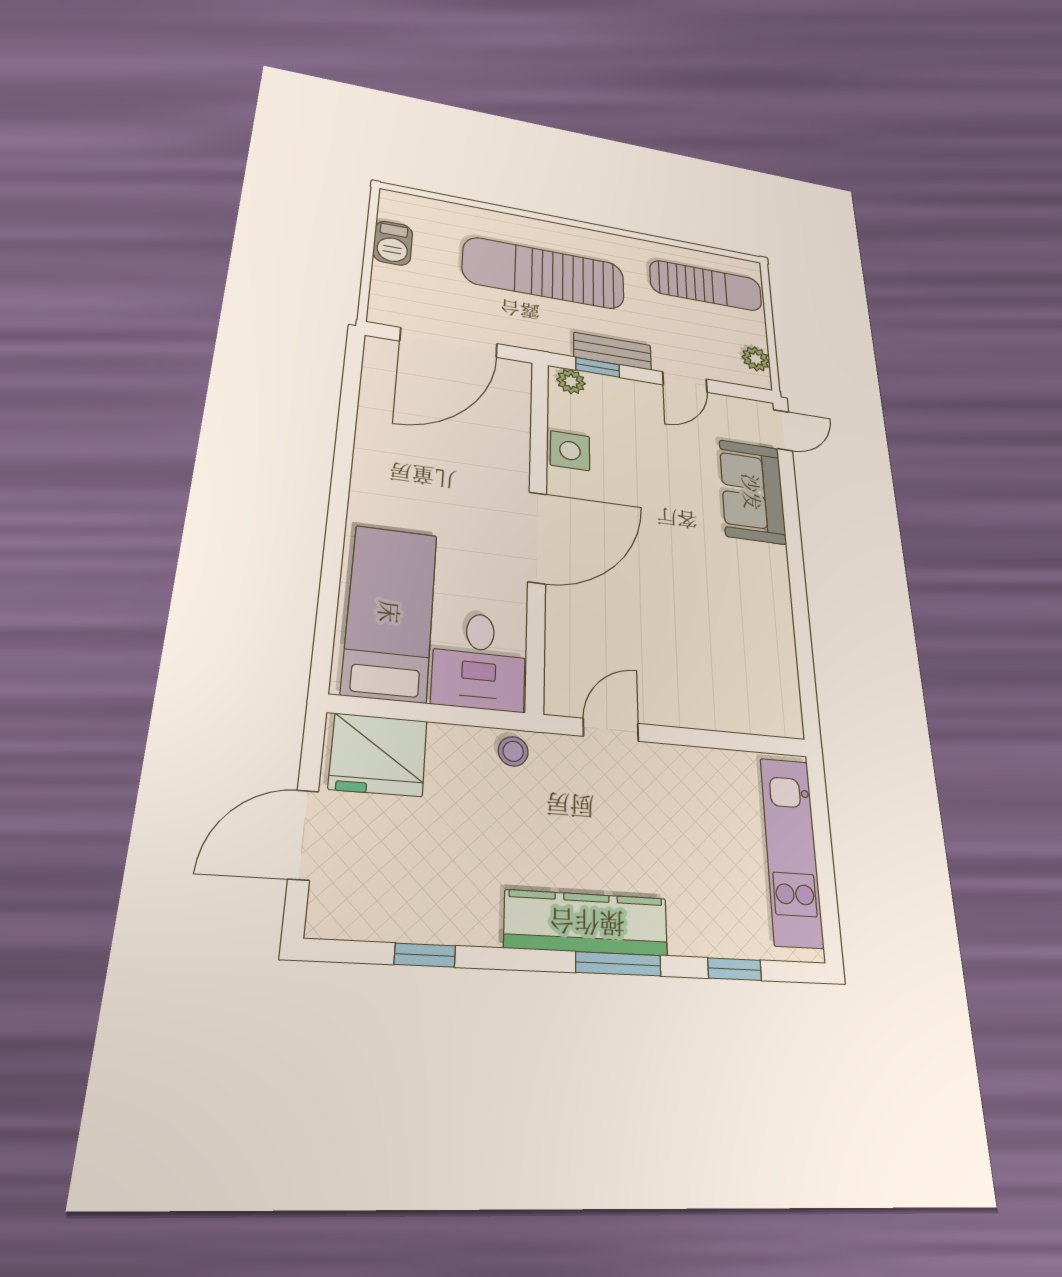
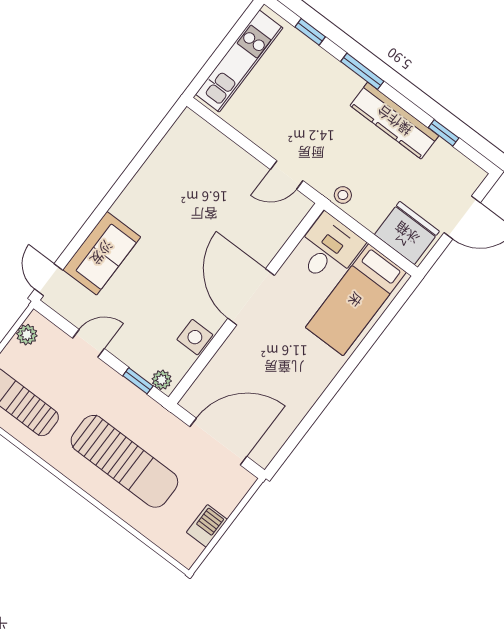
bench: (613, 351) -> (120, 387), removed
door: (783, 430) -> (49, 280), hinge flipped
door: (537, 537) -> (251, 297), hinge flipped
kitchen counter: (587, 923) -> (394, 121), moved

